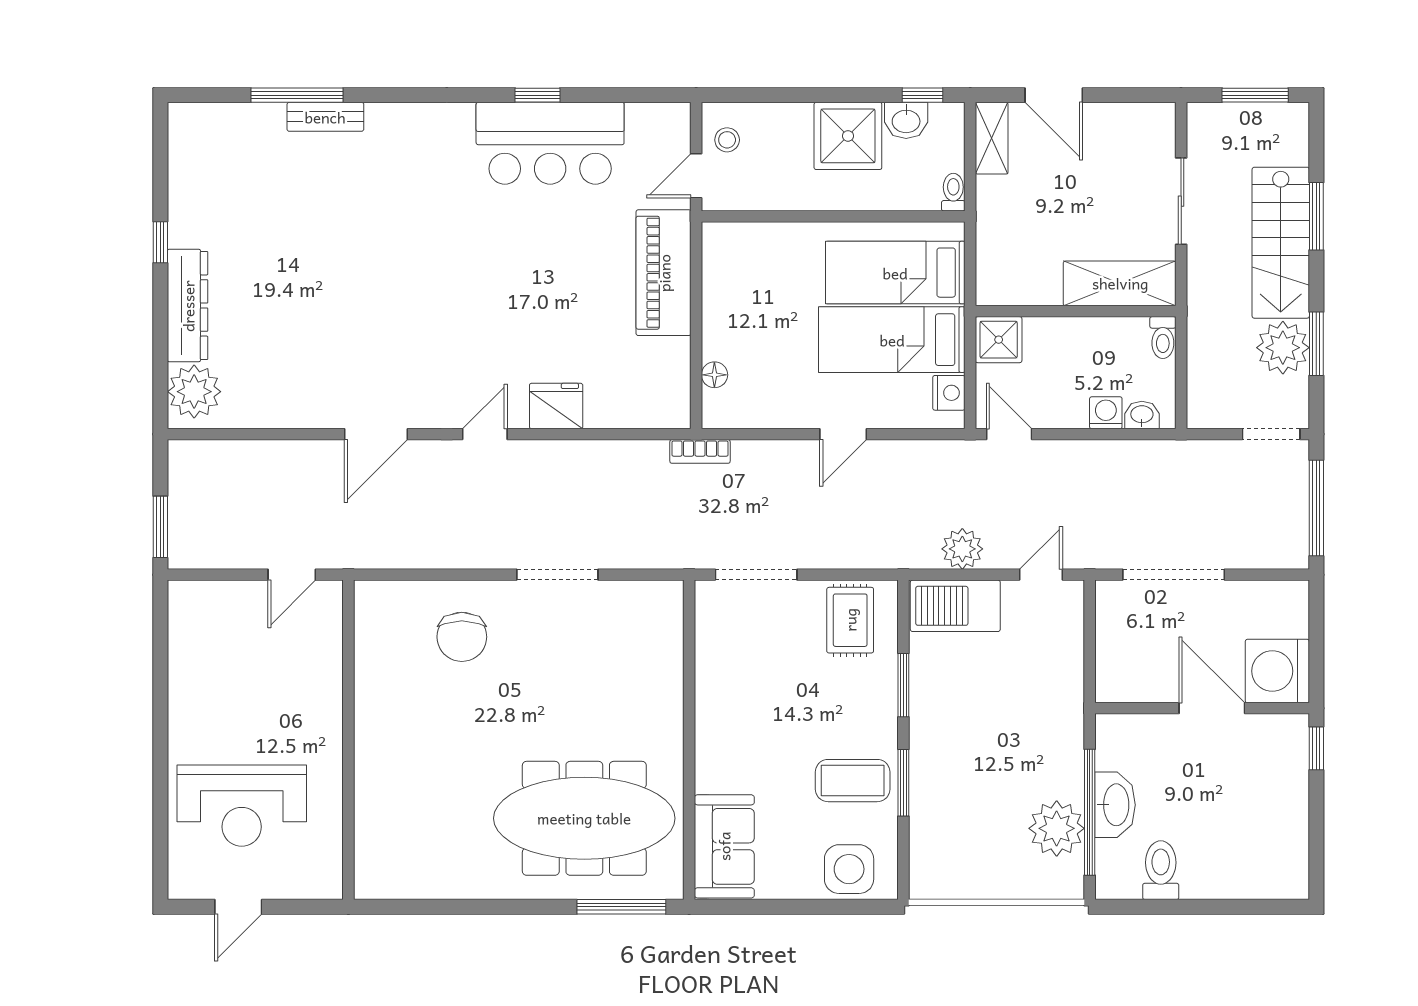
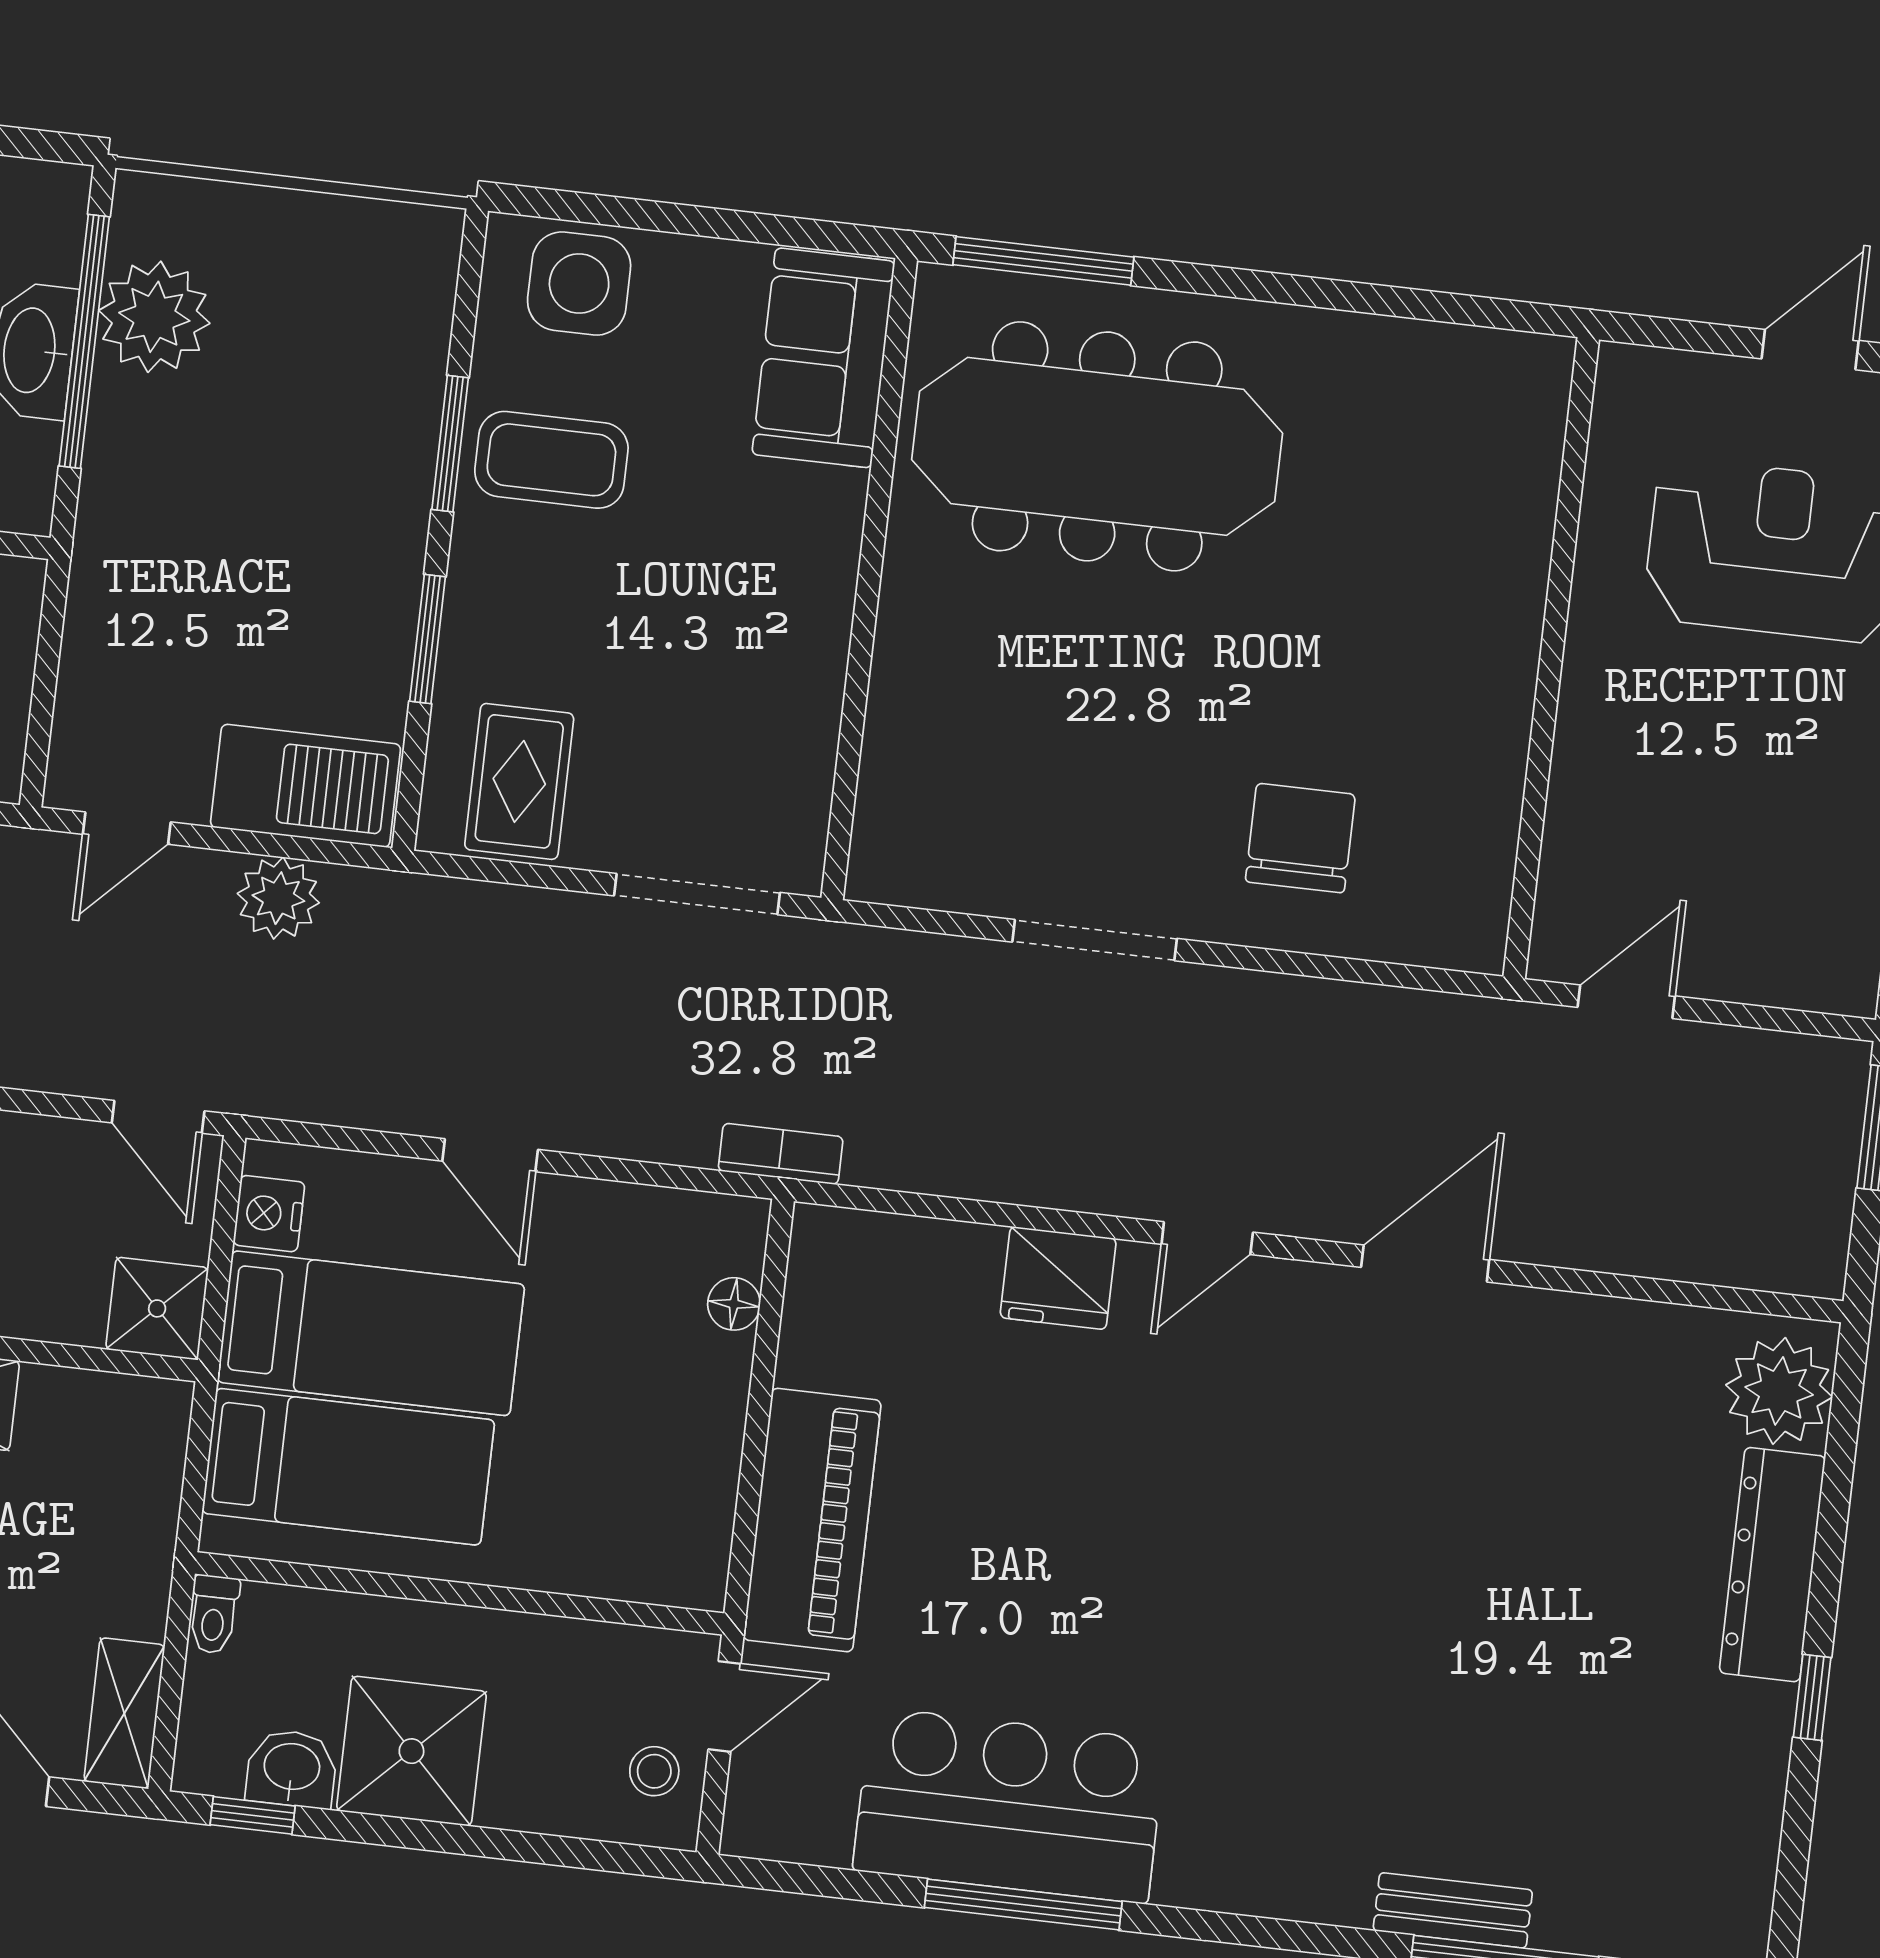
window: (538, 95) -> (1023, 1905), width x2.17
door: (843, 434) -> (490, 1155), swing flipped

